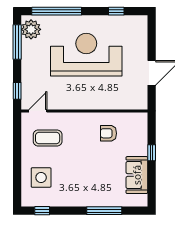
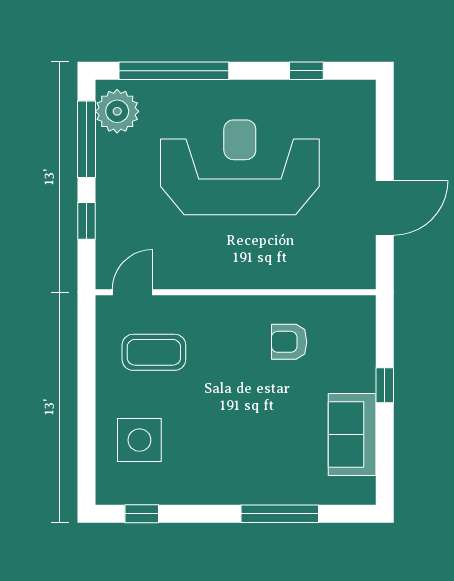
window: (17, 91) -> (87, 221), moved

